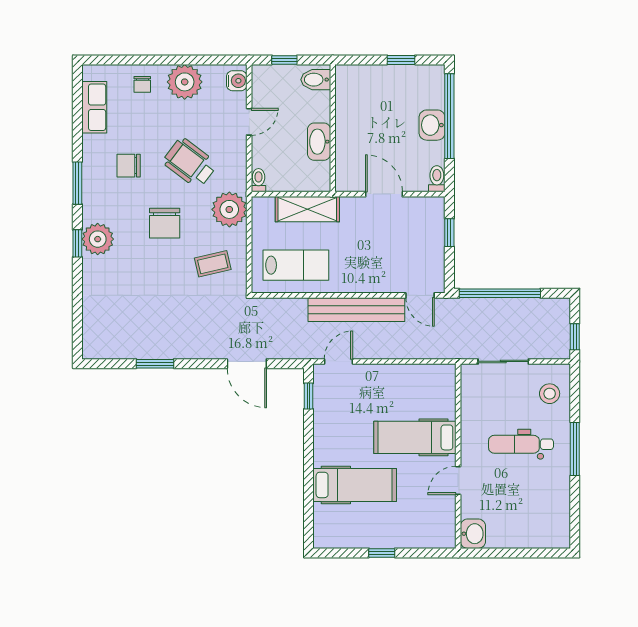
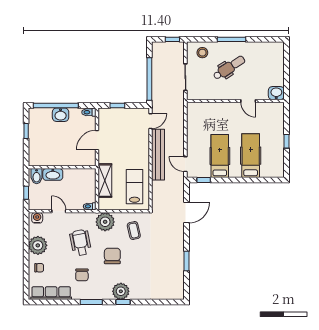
row of seats: (94, 107) -> (51, 293), width x1.48
washbasin: (319, 142) -> (53, 174), moved
wheelchair: (190, 163) -> (81, 243), turned 132
chair: (165, 223) -> (112, 256), turned -90
hospital bed: (415, 437) -> (220, 156), moved, turned 180
dental chair: (521, 444) -> (229, 68), turned -123

